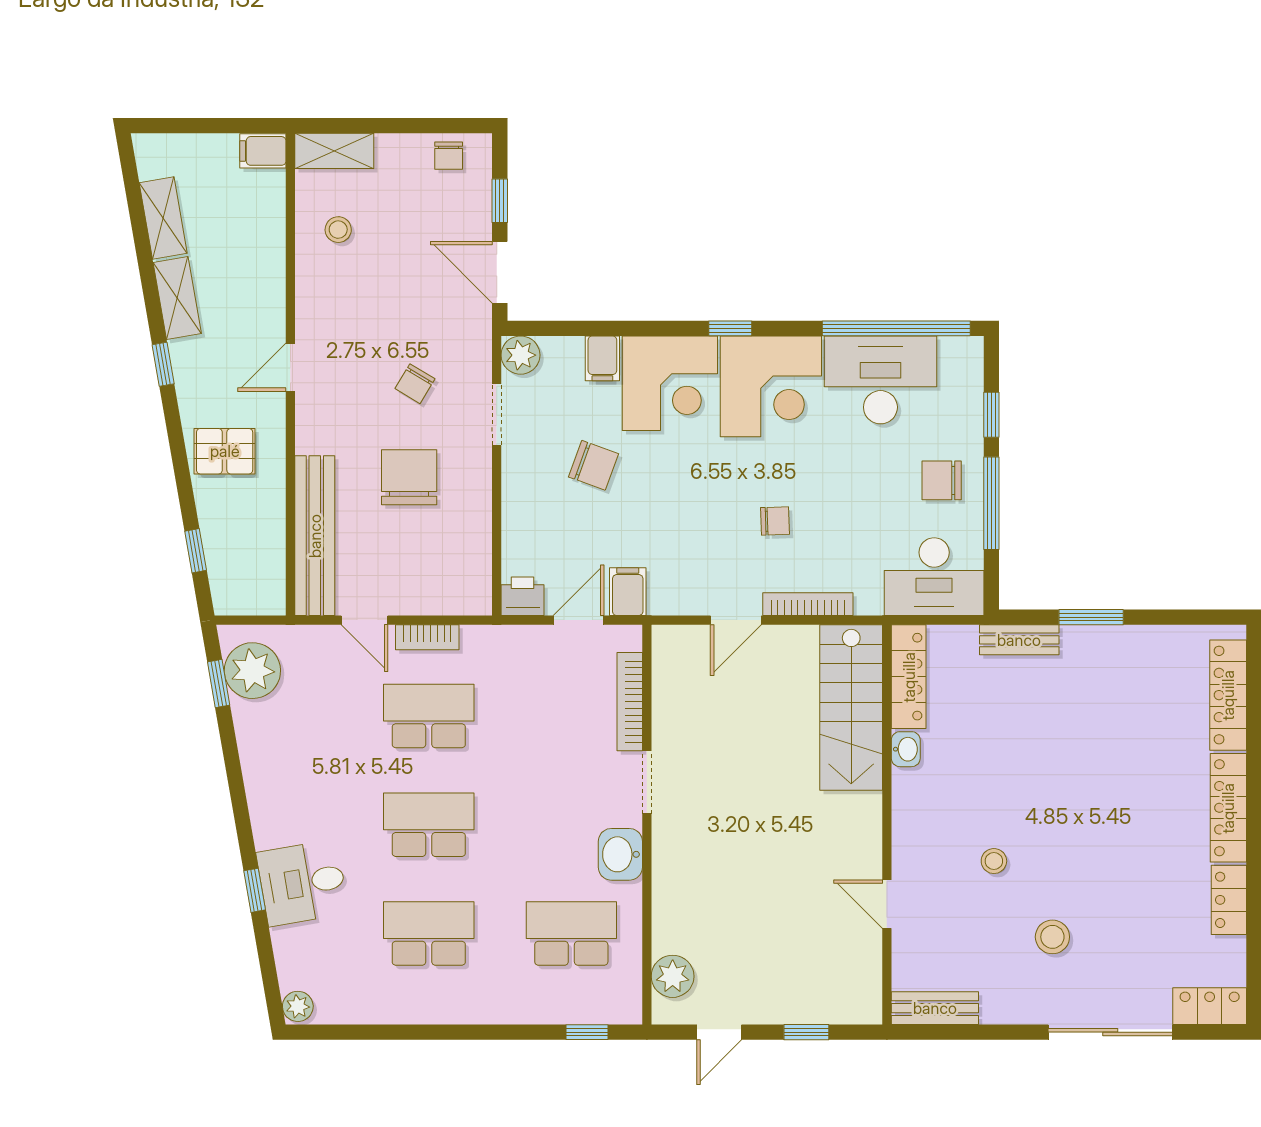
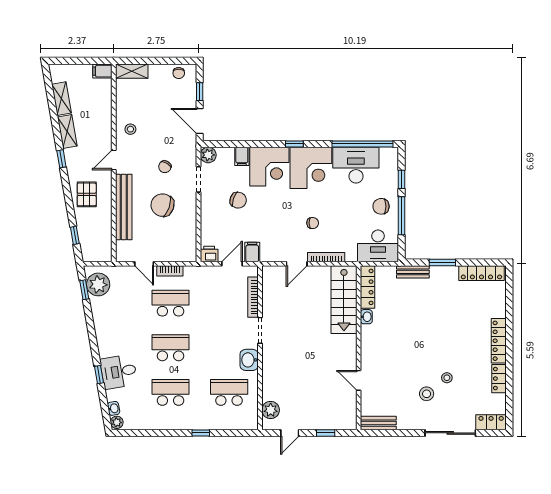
stool: (338, 230) -> (130, 129), moved
pallet: (225, 451) -> (87, 194), turned 90
chair: (409, 477) -> (162, 205), turned -71
bench: (315, 536) -> (124, 207), moved
locker: (1228, 695) -> (481, 273), moved, turned -90
stool: (994, 861) -> (447, 378), moved
washbasin: (290, 973) -> (114, 408), added
window: (587, 1032) -> (201, 433), moved

